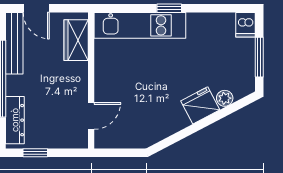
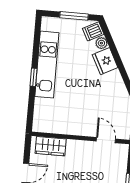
kitchen unit: (140, 25) -> (47, 65), moved
dishwasher: (245, 25) -> (93, 31), moved, turned 152

